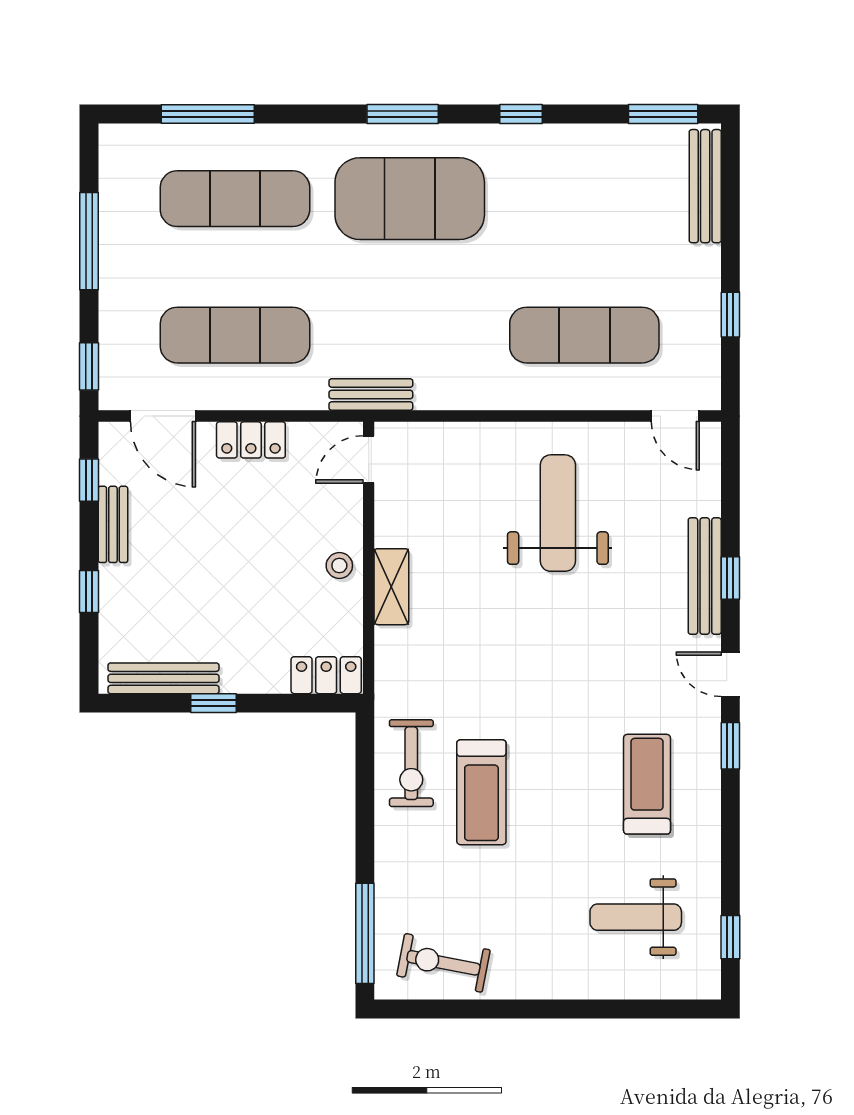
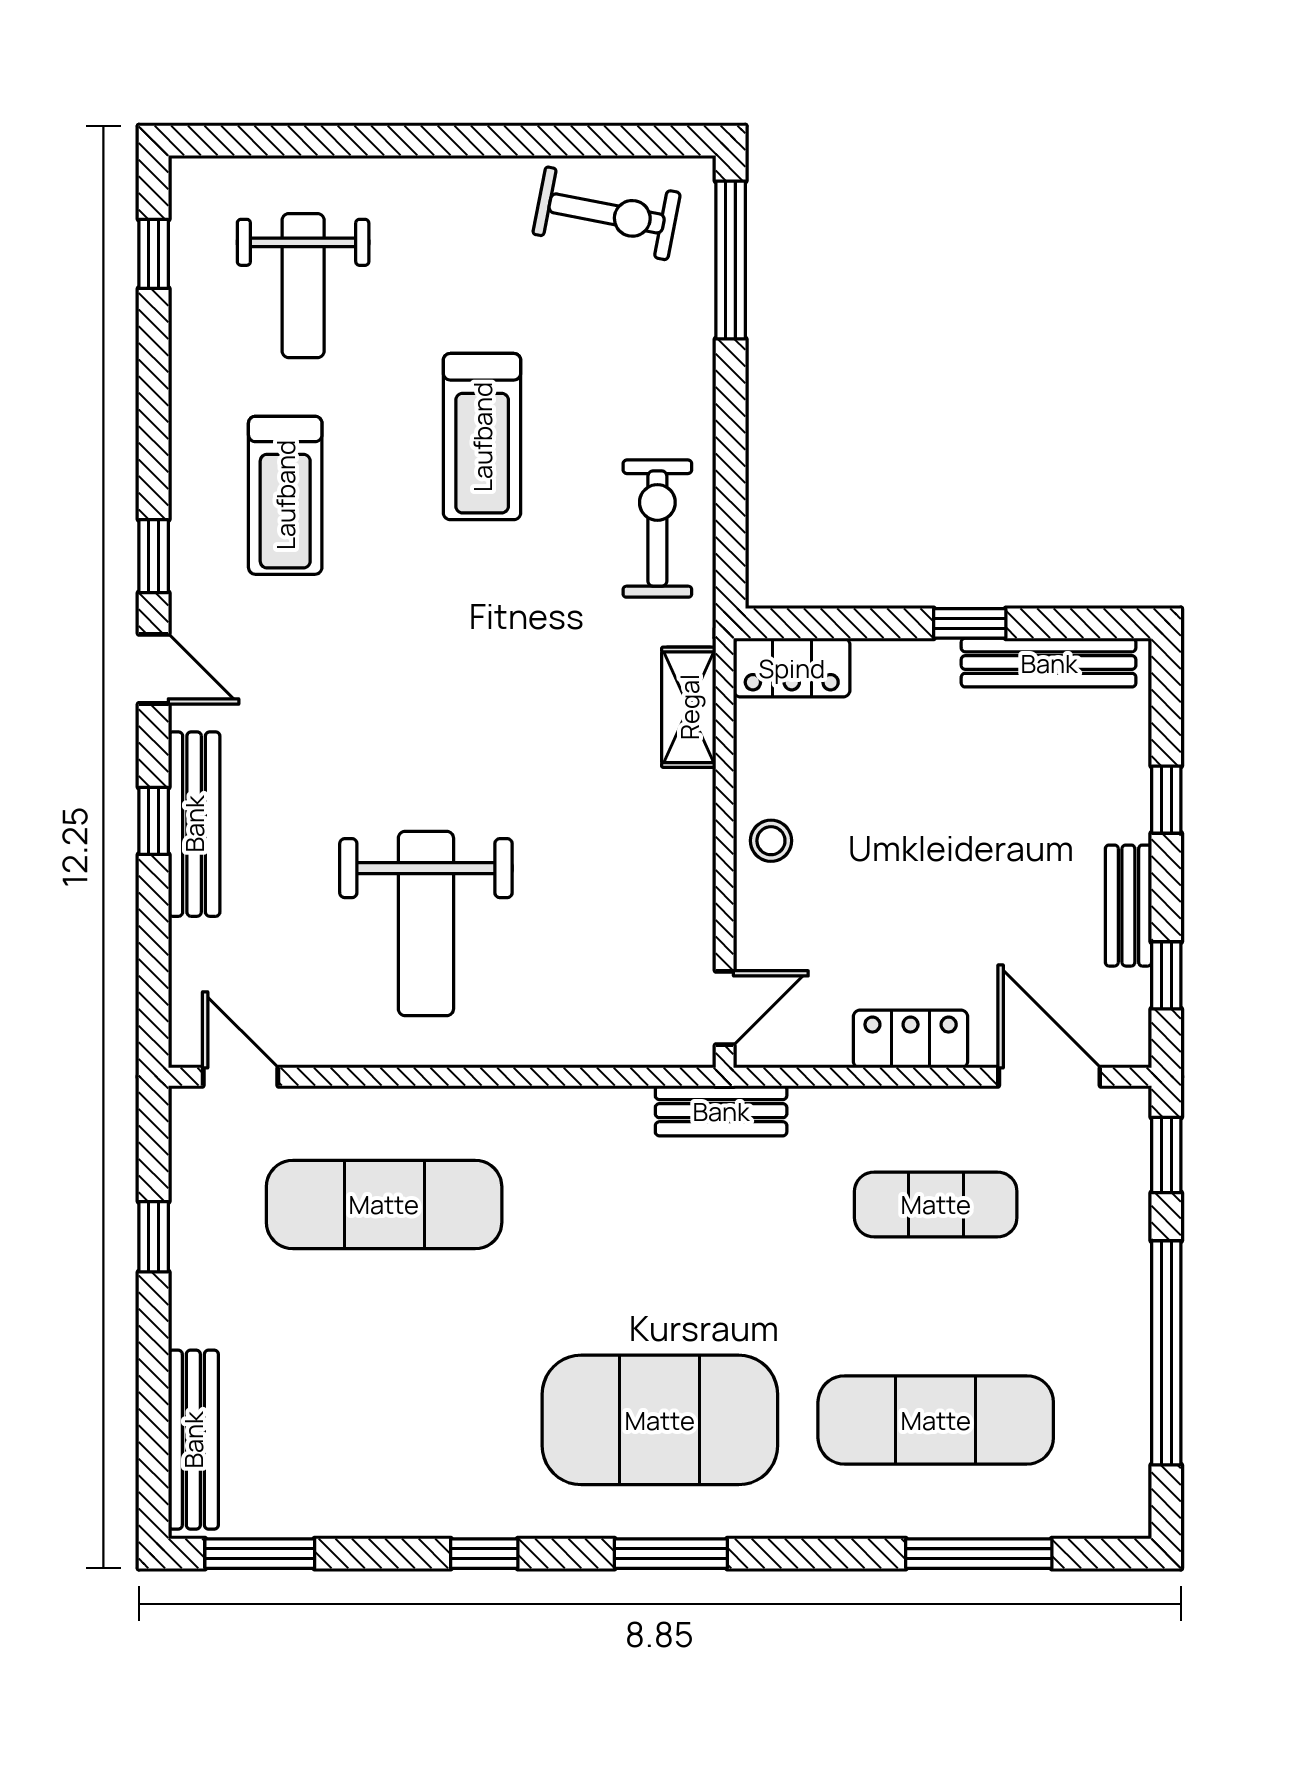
window: (89, 241) -> (1166, 1353), width x1.46
exercise mat: (235, 335) -> (936, 1204), width x0.73, depth x0.69
shelving: (391, 587) -> (689, 707), moved
treadmill: (481, 792) -> (482, 437), moved, turned 180
weight bench: (636, 917) -> (303, 286), turned 90

